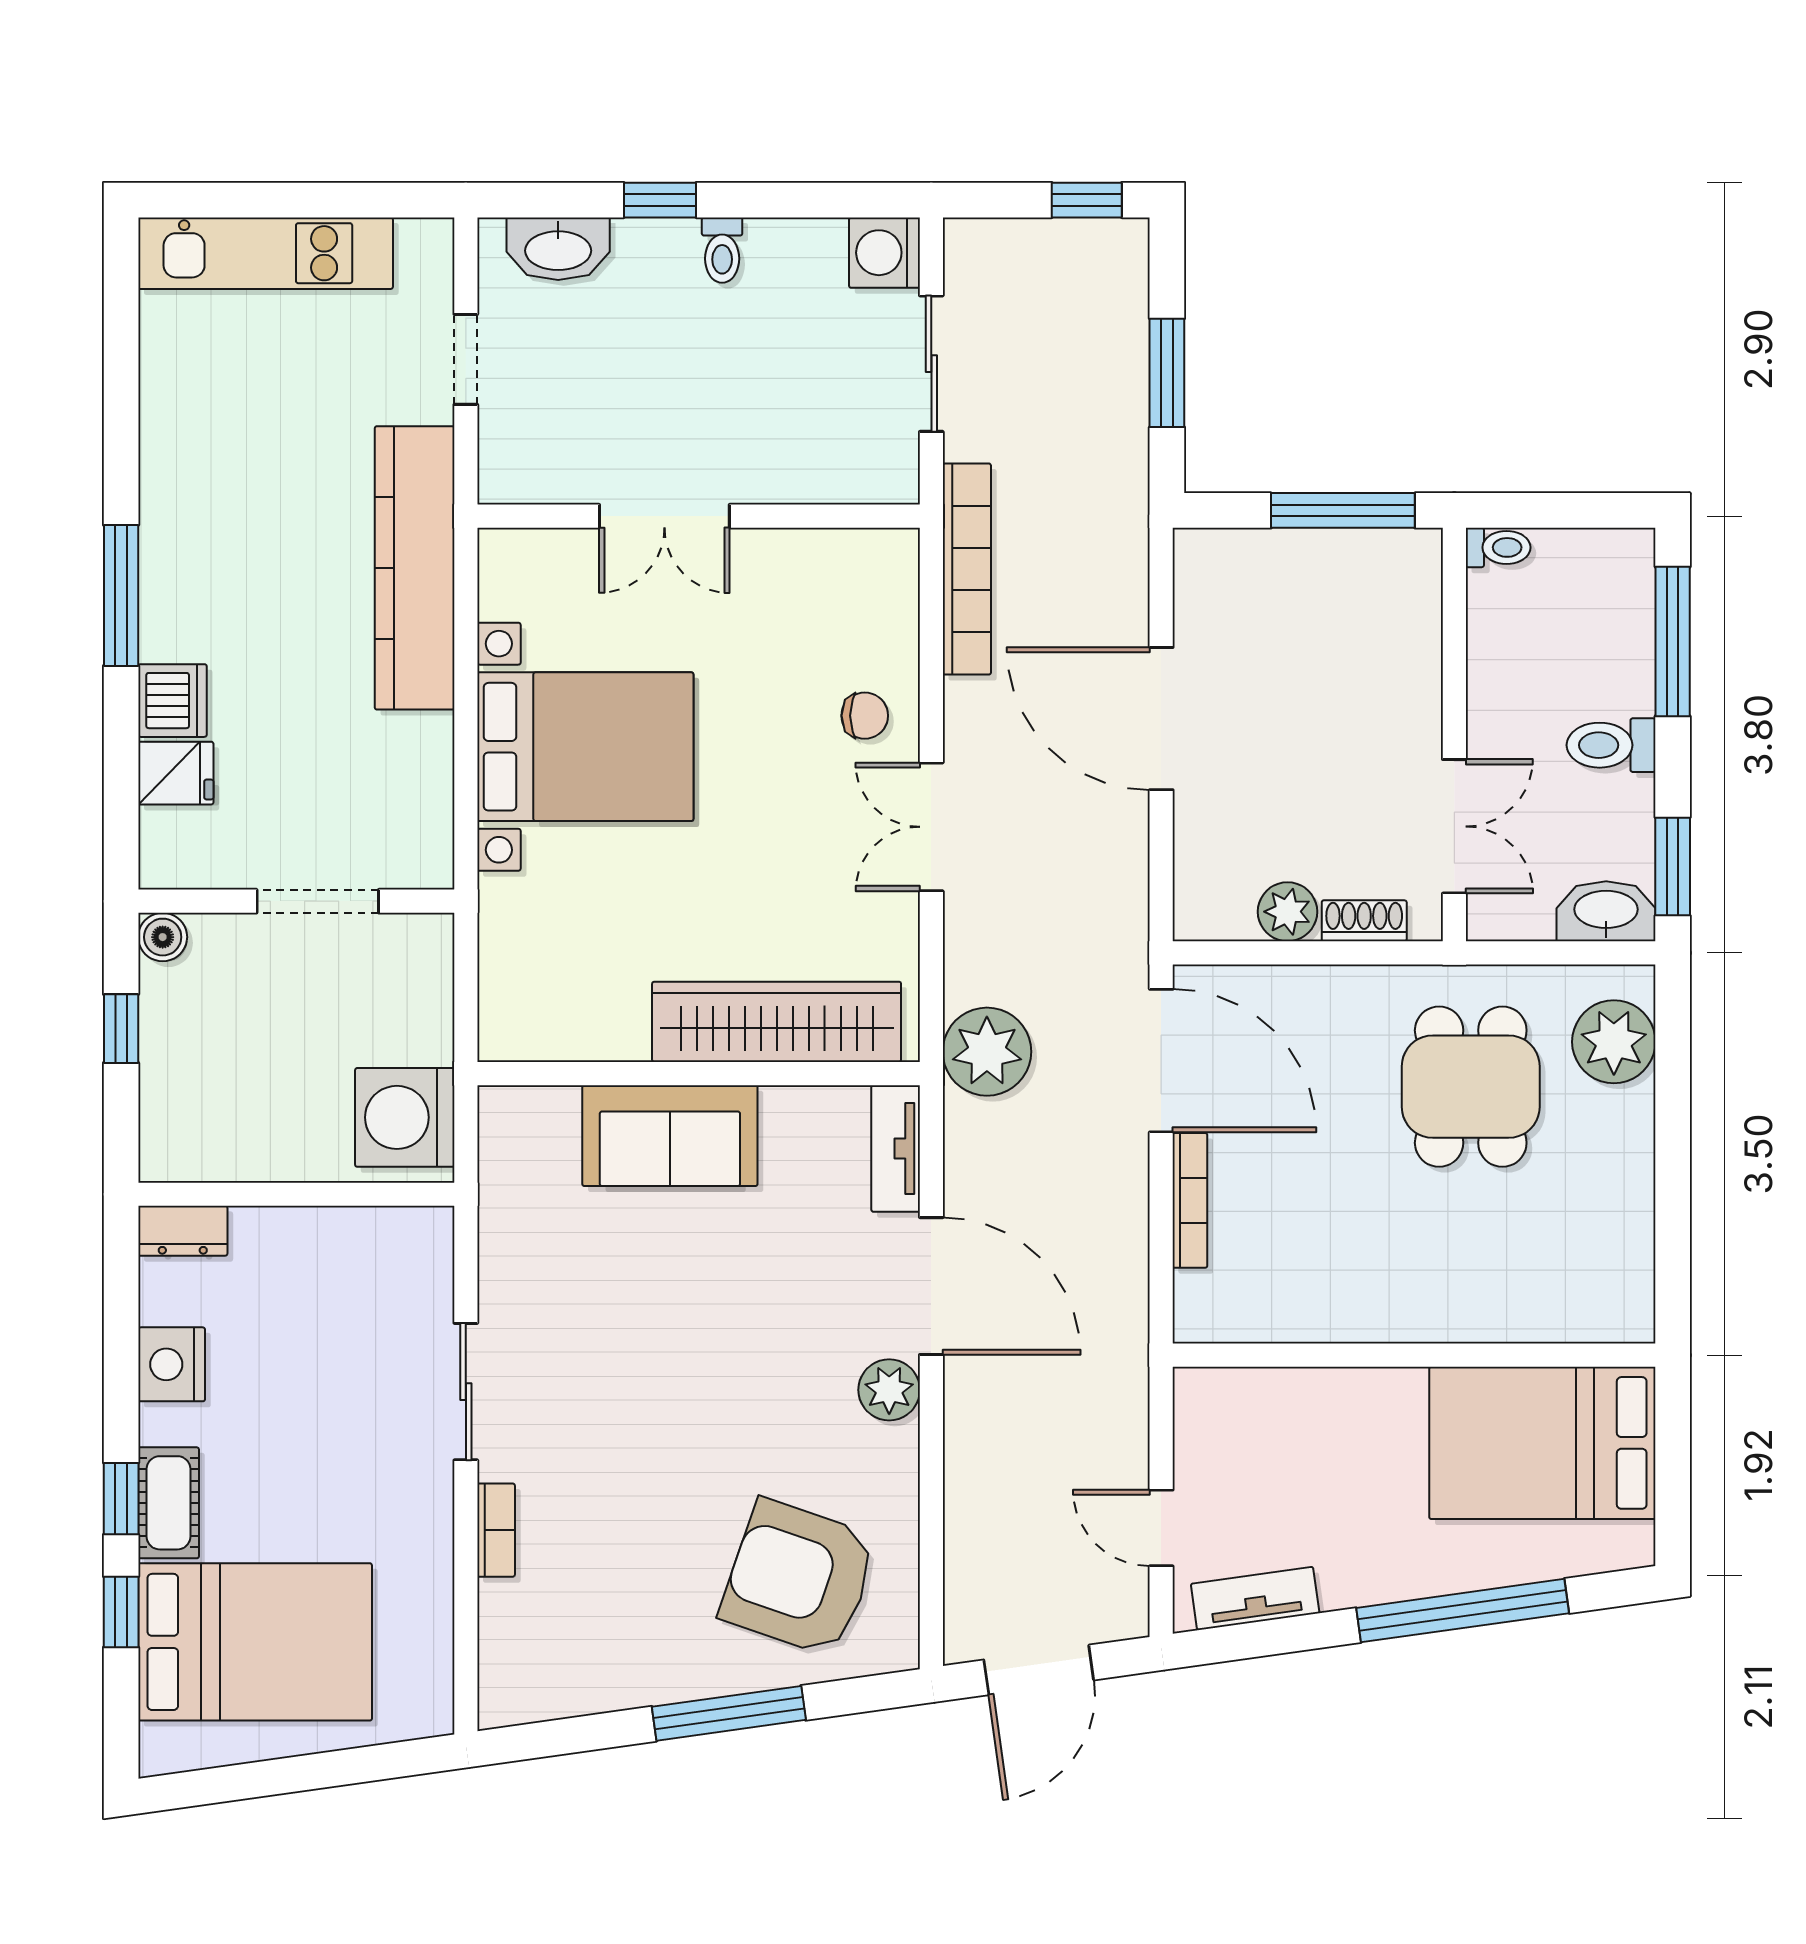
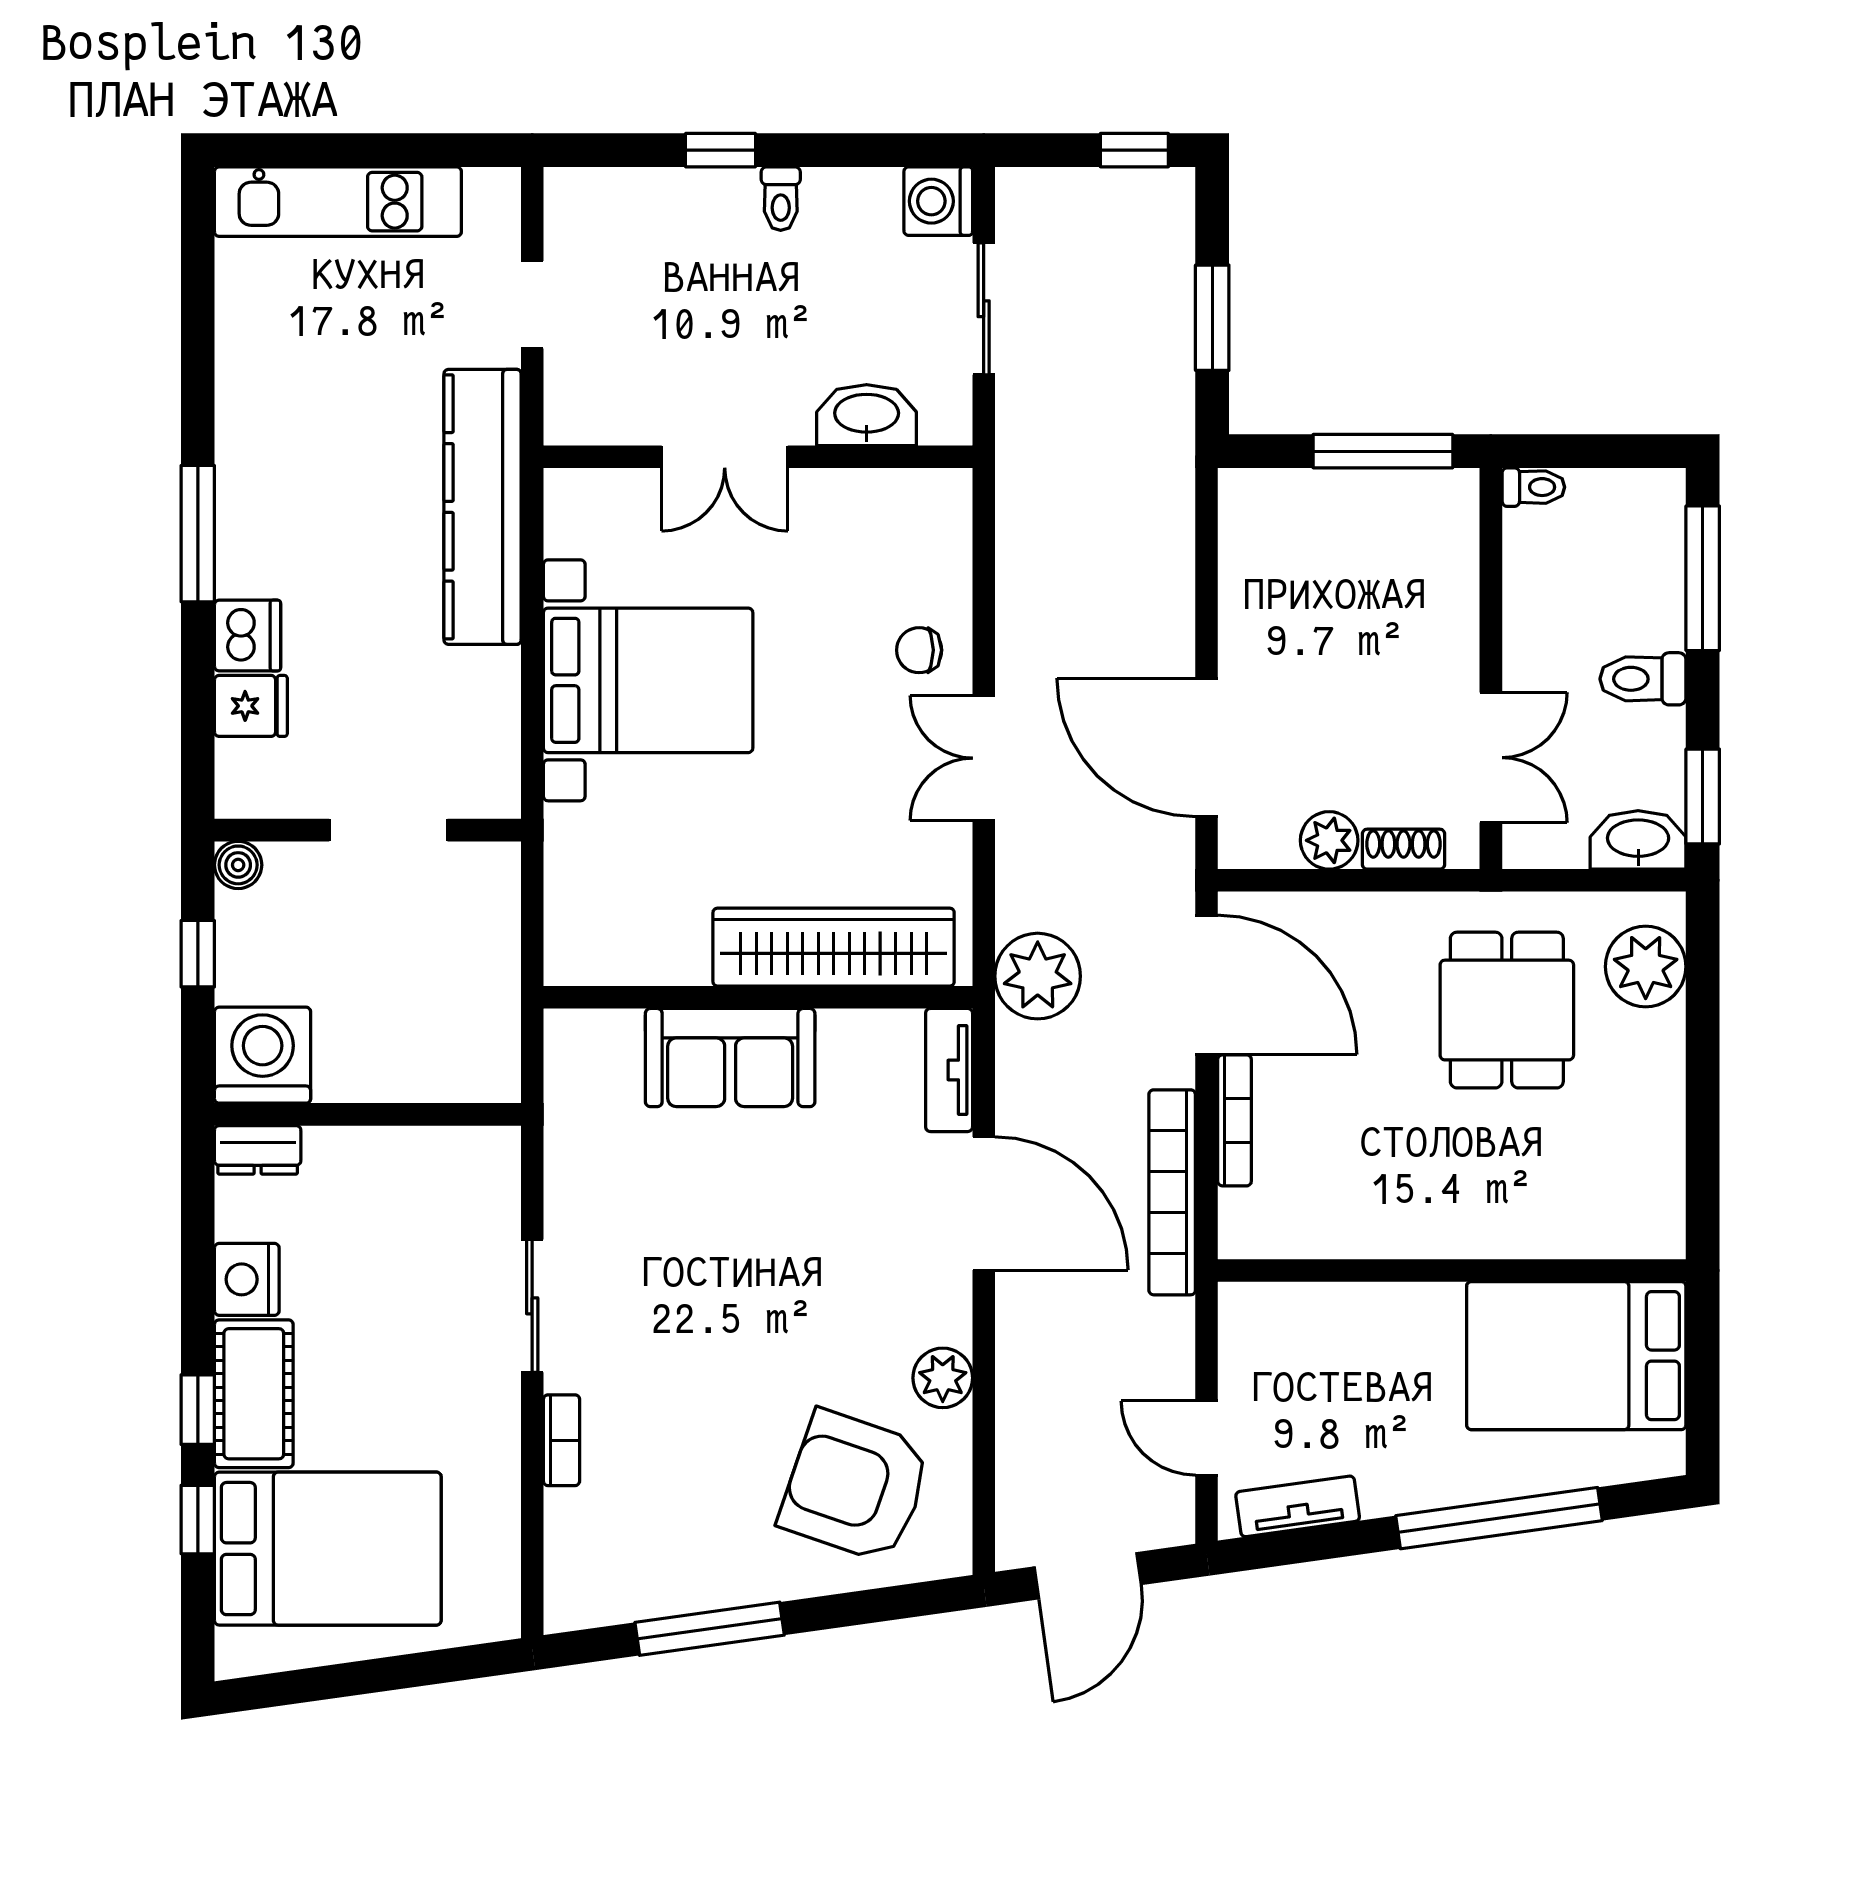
washbasin: (558, 249) -> (867, 415), moved, turned 180
bookcase: (967, 569) -> (1172, 1192), moved, turned 180
chair: (865, 716) -> (919, 650), turned 180
door: (1161, 719) -> (1207, 747), moved
washing machine: (405, 1117) -> (263, 1055), moved, turned 90
plant: (889, 1390) -> (943, 1378), moved
cot: (169, 1503) -> (254, 1394), width x1.37, depth x1.34
window: (729, 1713) -> (710, 1629), moved

